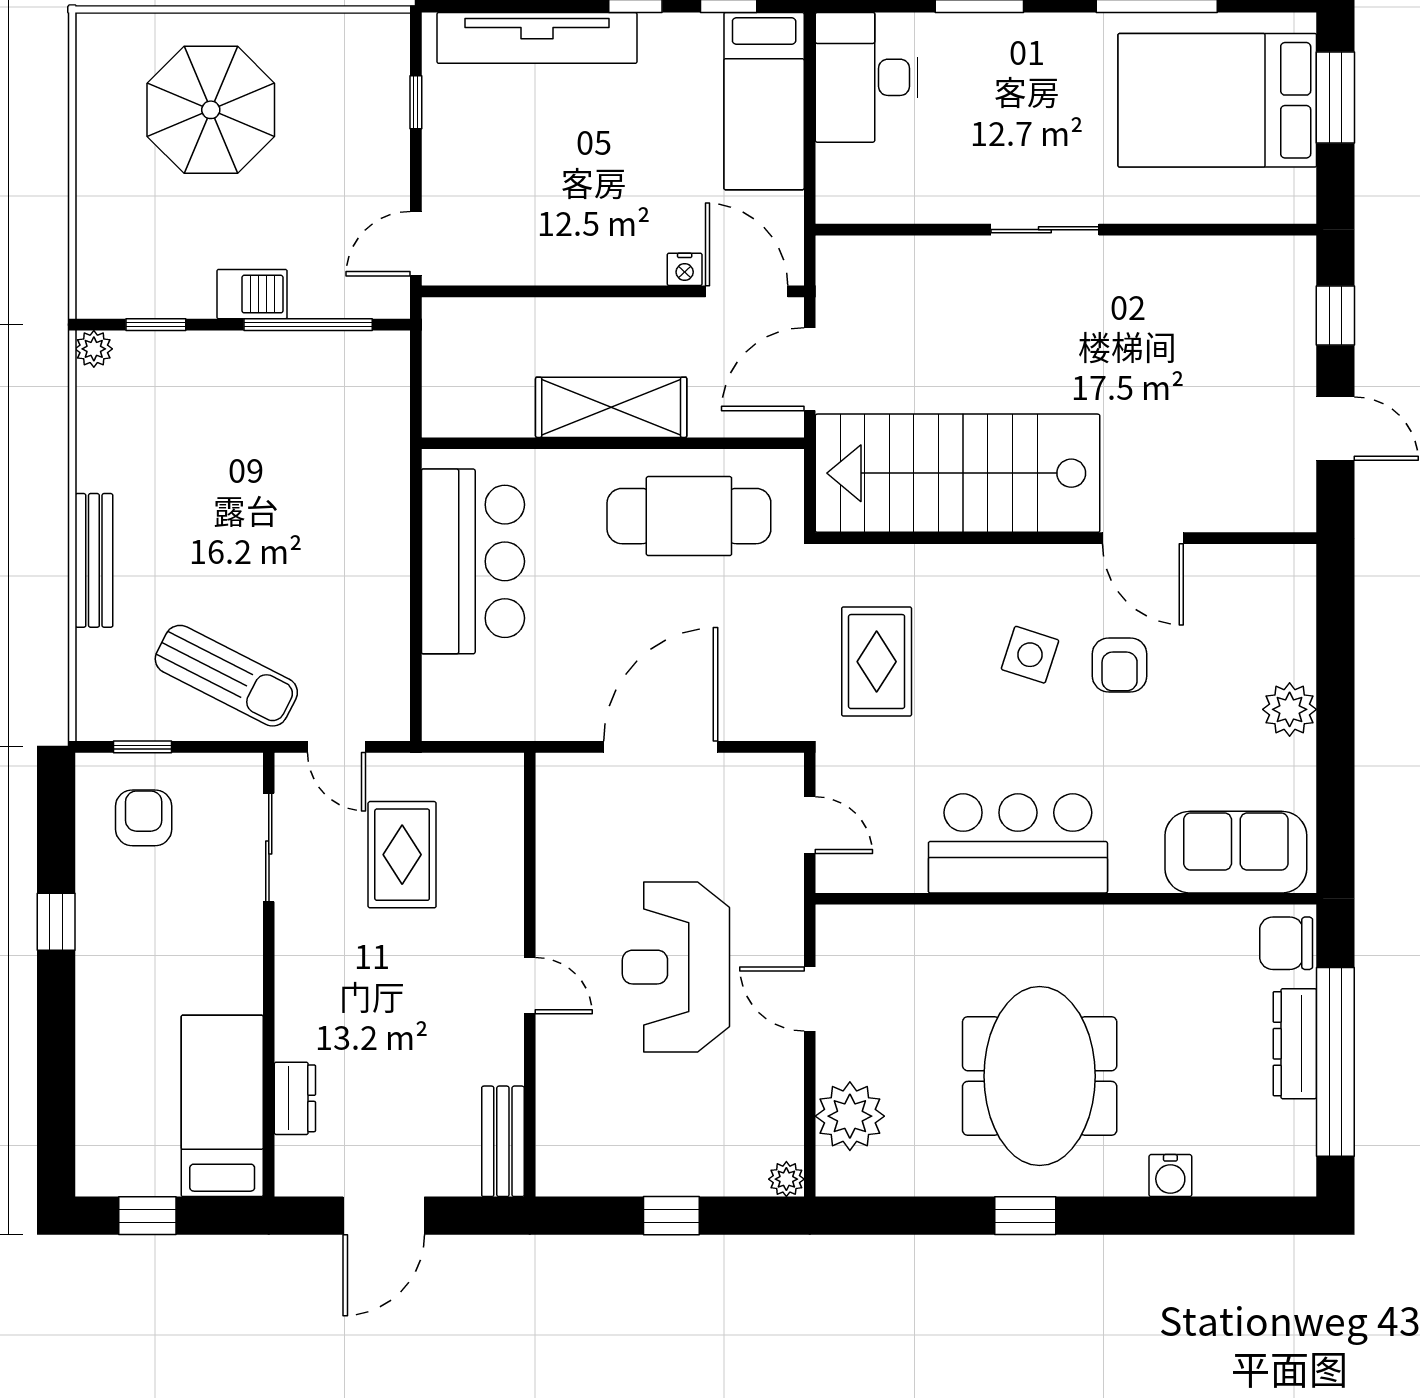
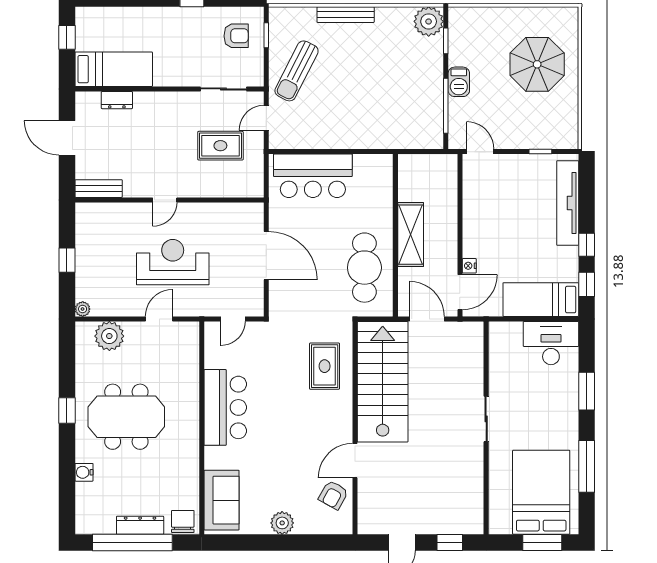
plant: (94, 349) -> (429, 21), width x1.87, depth x1.87
bar counter: (473, 561) -> (313, 176), moved
side table: (1030, 655) -> (305, 413), removed
rug: (877, 662) -> (325, 366), moved, turned 90
armchair: (1120, 665) -> (333, 495), moved, turned -61

